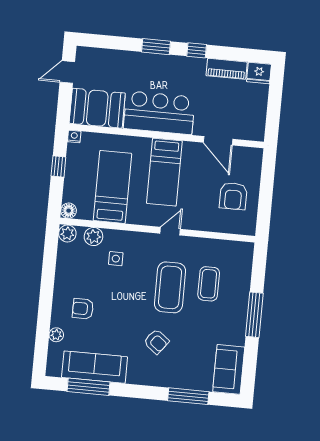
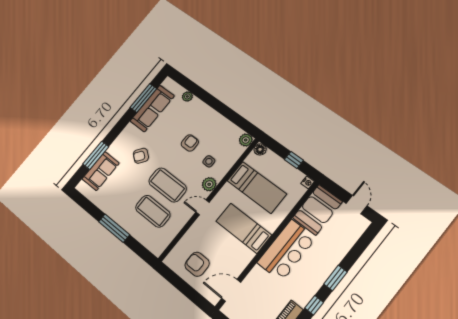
door: (218, 141) -> (231, 290), moved
door: (170, 231) -> (203, 207), swing flipped
plant: (93, 237) -> (209, 184), moved
coffee table: (209, 284) -> (153, 211), width x1.36, depth x1.32
armchair: (83, 309) -> (190, 143), moved
sofa: (229, 369) -> (101, 171), moved, turned 90

